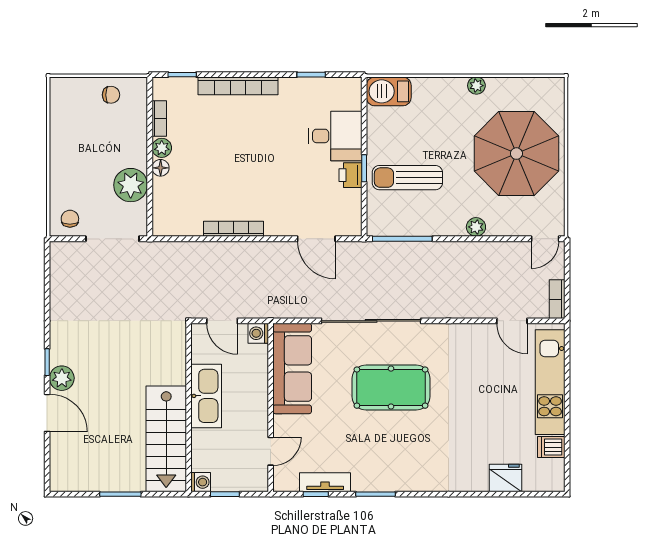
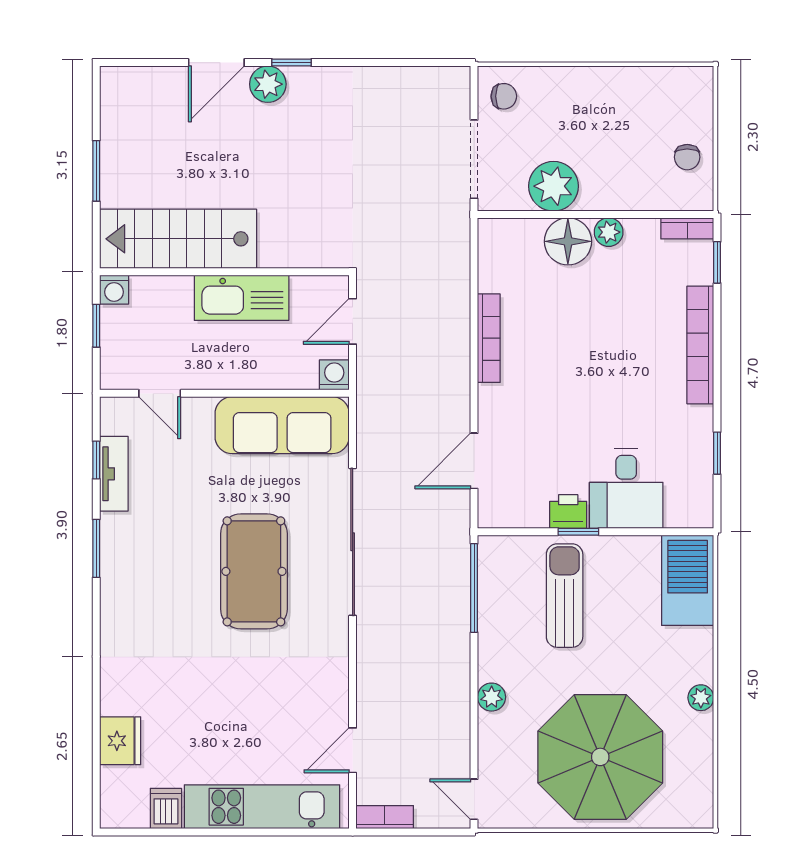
barbecue: (389, 91) -> (688, 580), width x1.37, depth x1.21
bookcase: (159, 118) -> (687, 228), moved
floor lamp: (161, 168) -> (568, 241), width x1.89, depth x1.89

